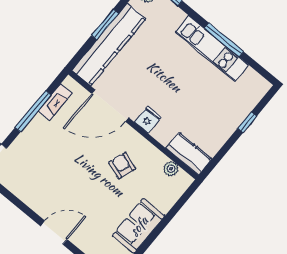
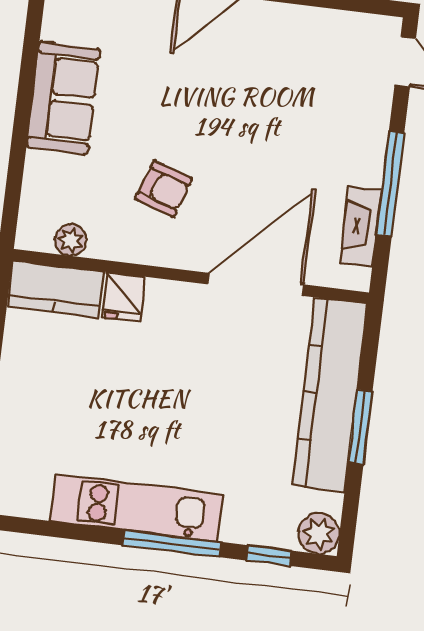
window: (224, 40) -> (172, 544), moved
fridge: (148, 120) -> (123, 297), moved

